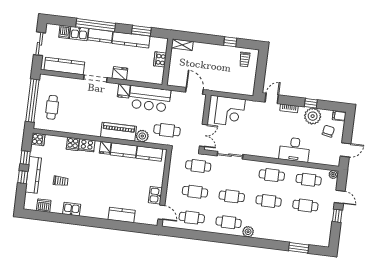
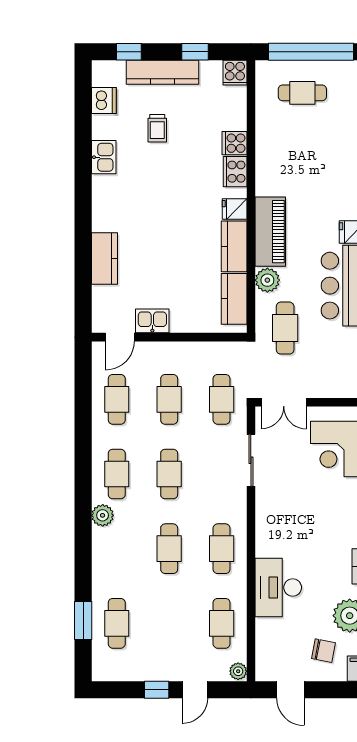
window: (23, 177) -> (129, 52), moved
cafe table: (305, 206) -> (117, 623), moved

